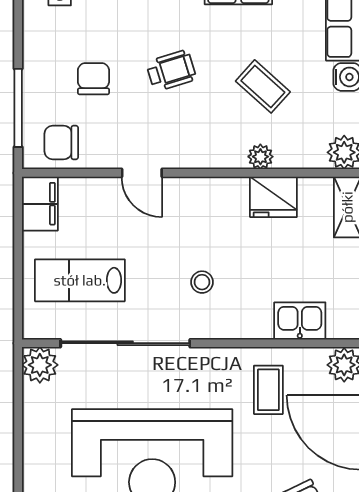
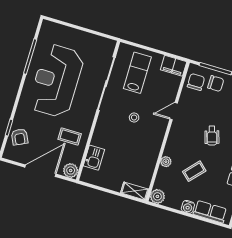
chair: (93, 79) -> (216, 84), moved
fridge: (273, 197) -> (148, 162), removed
stool: (202, 282) -> (134, 118), moved
plant: (40, 365) -> (108, 46), removed

